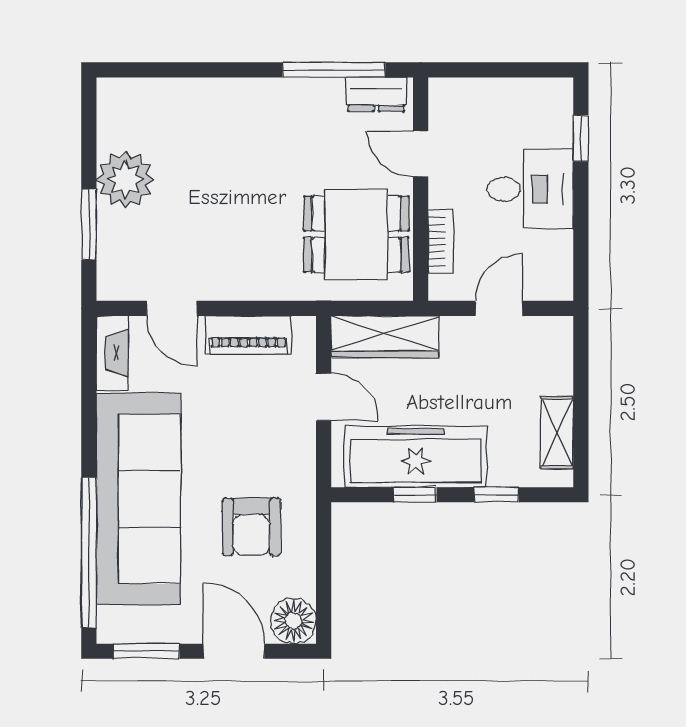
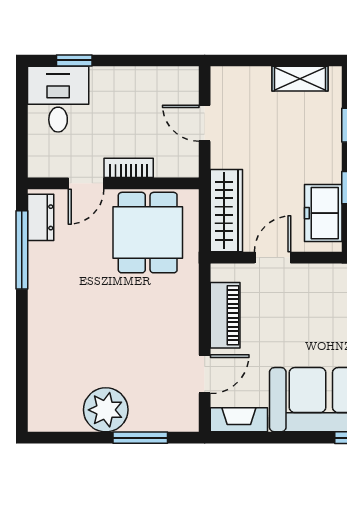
desk: (530, 189) -> (58, 99), moved
bookcase: (441, 242) -> (129, 168), moved
freezer: (416, 457) -> (323, 213), width x0.52, depth x0.79

